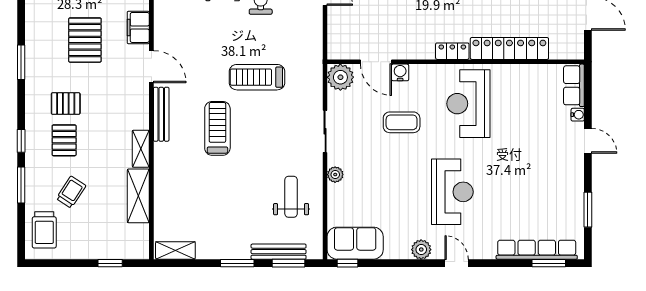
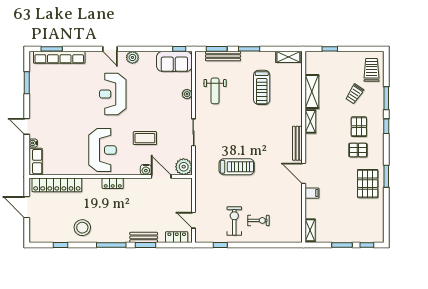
filing cabinet: (138, 27) -> (312, 193), width x0.50
pallet: (85, 40) -> (368, 184), moved
locker: (509, 48) -> (57, 185), moved
treadmill: (217, 128) -> (262, 87), moved
plant: (335, 175) -> (187, 94), moved

